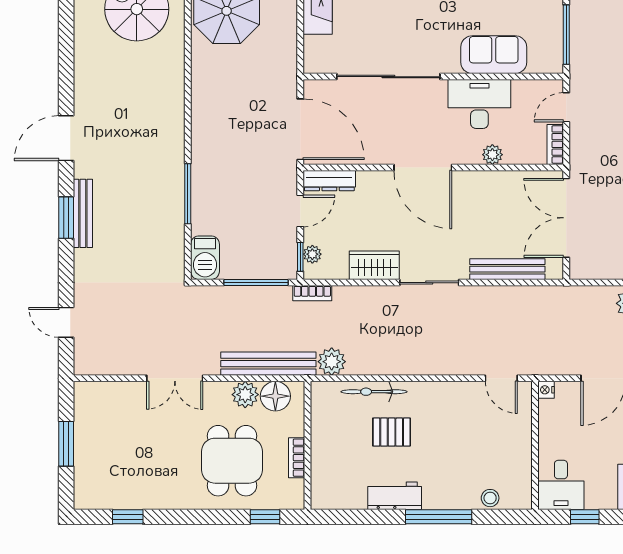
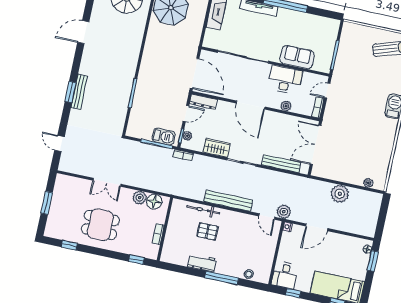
door: (66, 138) -> (83, 32), moved
barbecue: (205, 258) -> (164, 137), moved, turned -90
plant: (332, 362) -> (284, 212), moved
bench: (268, 364) -> (228, 201), moved
dining table: (232, 461) -> (100, 225), moved, turned 90

